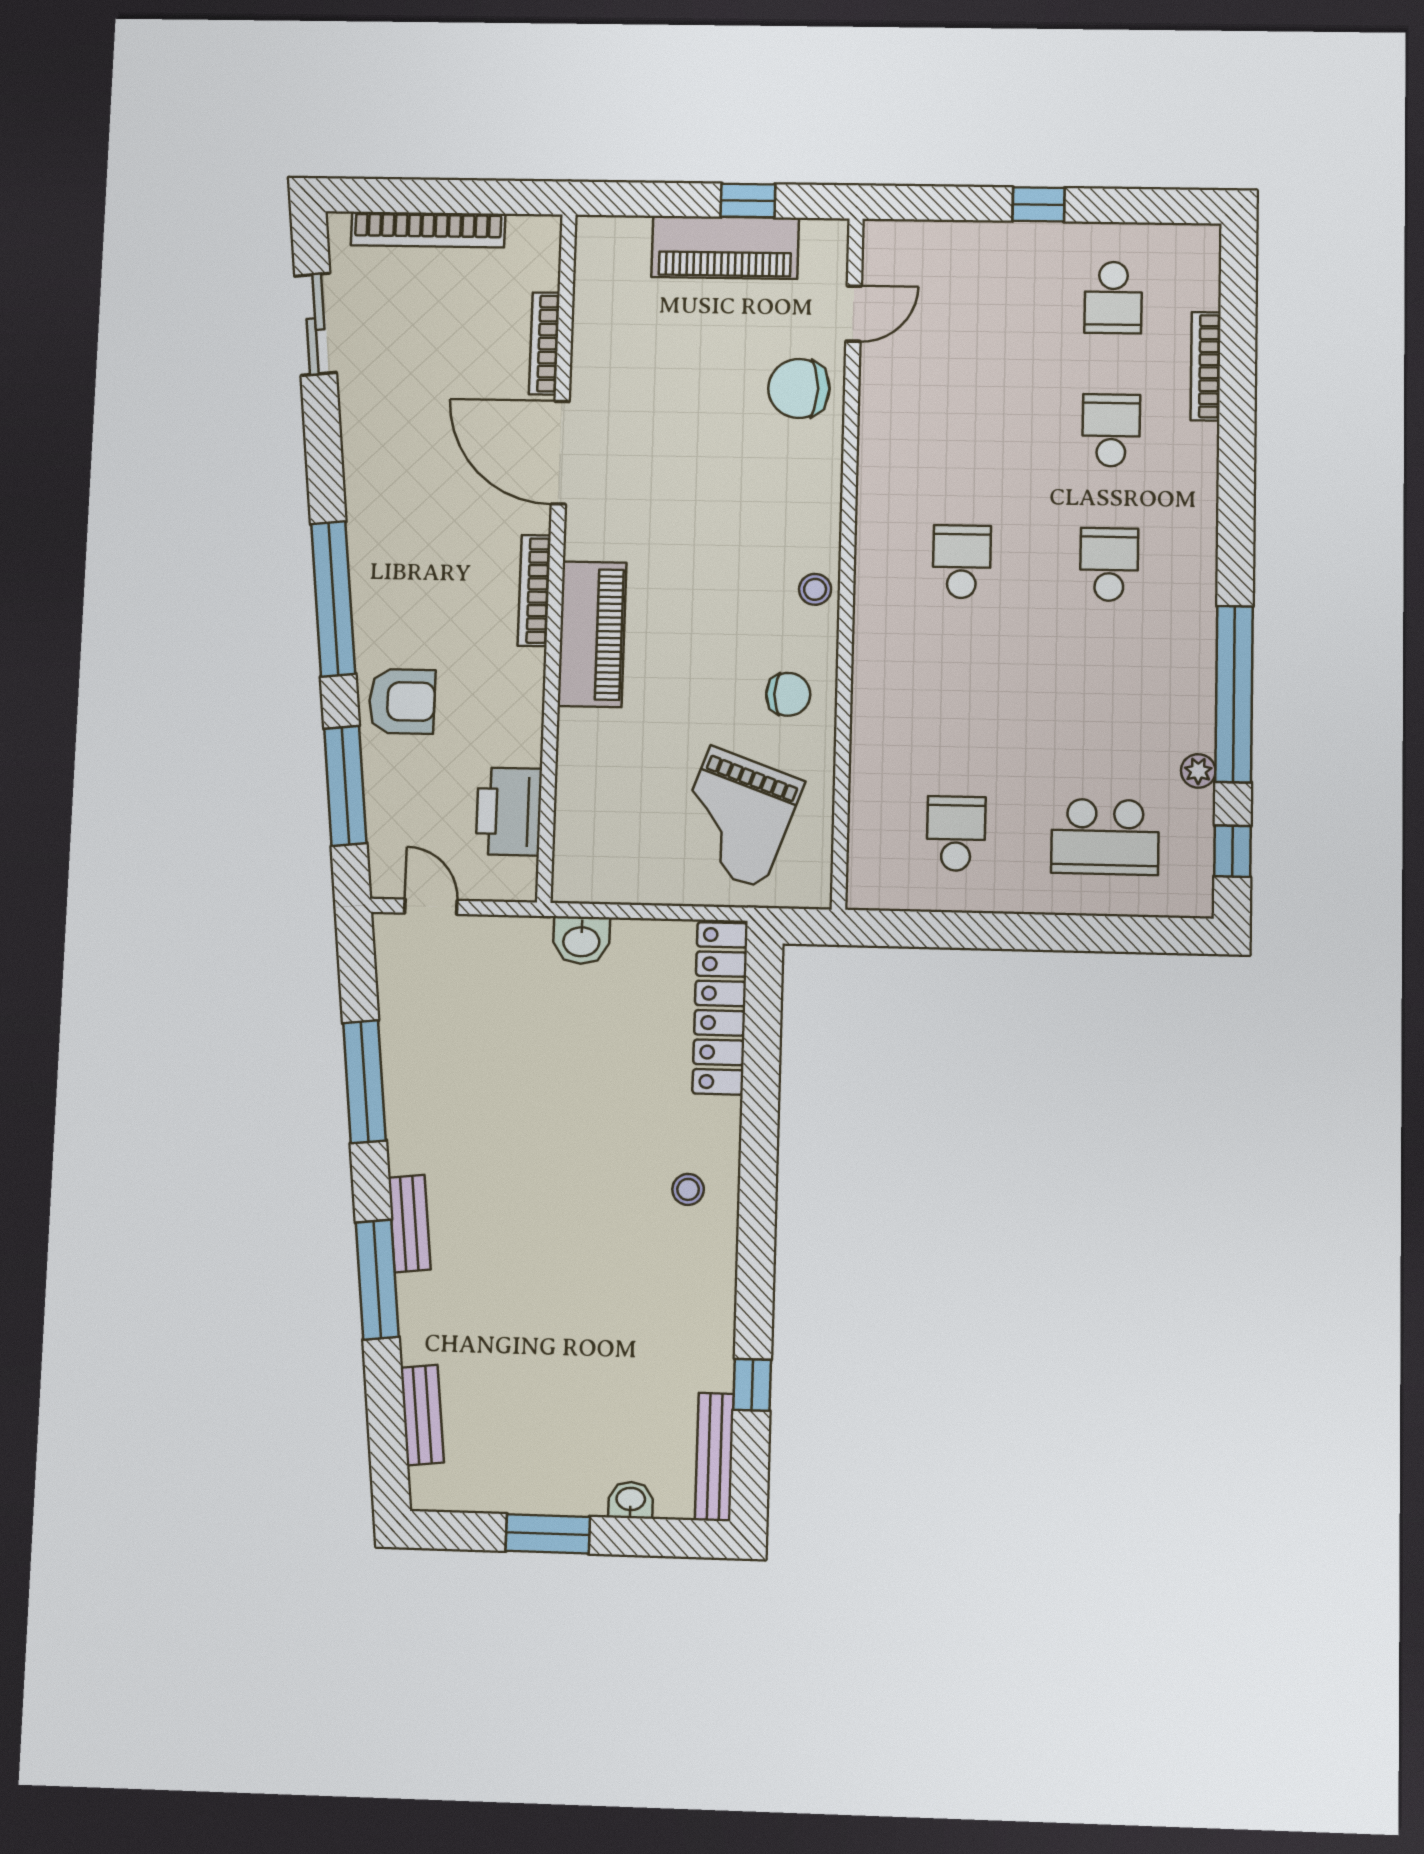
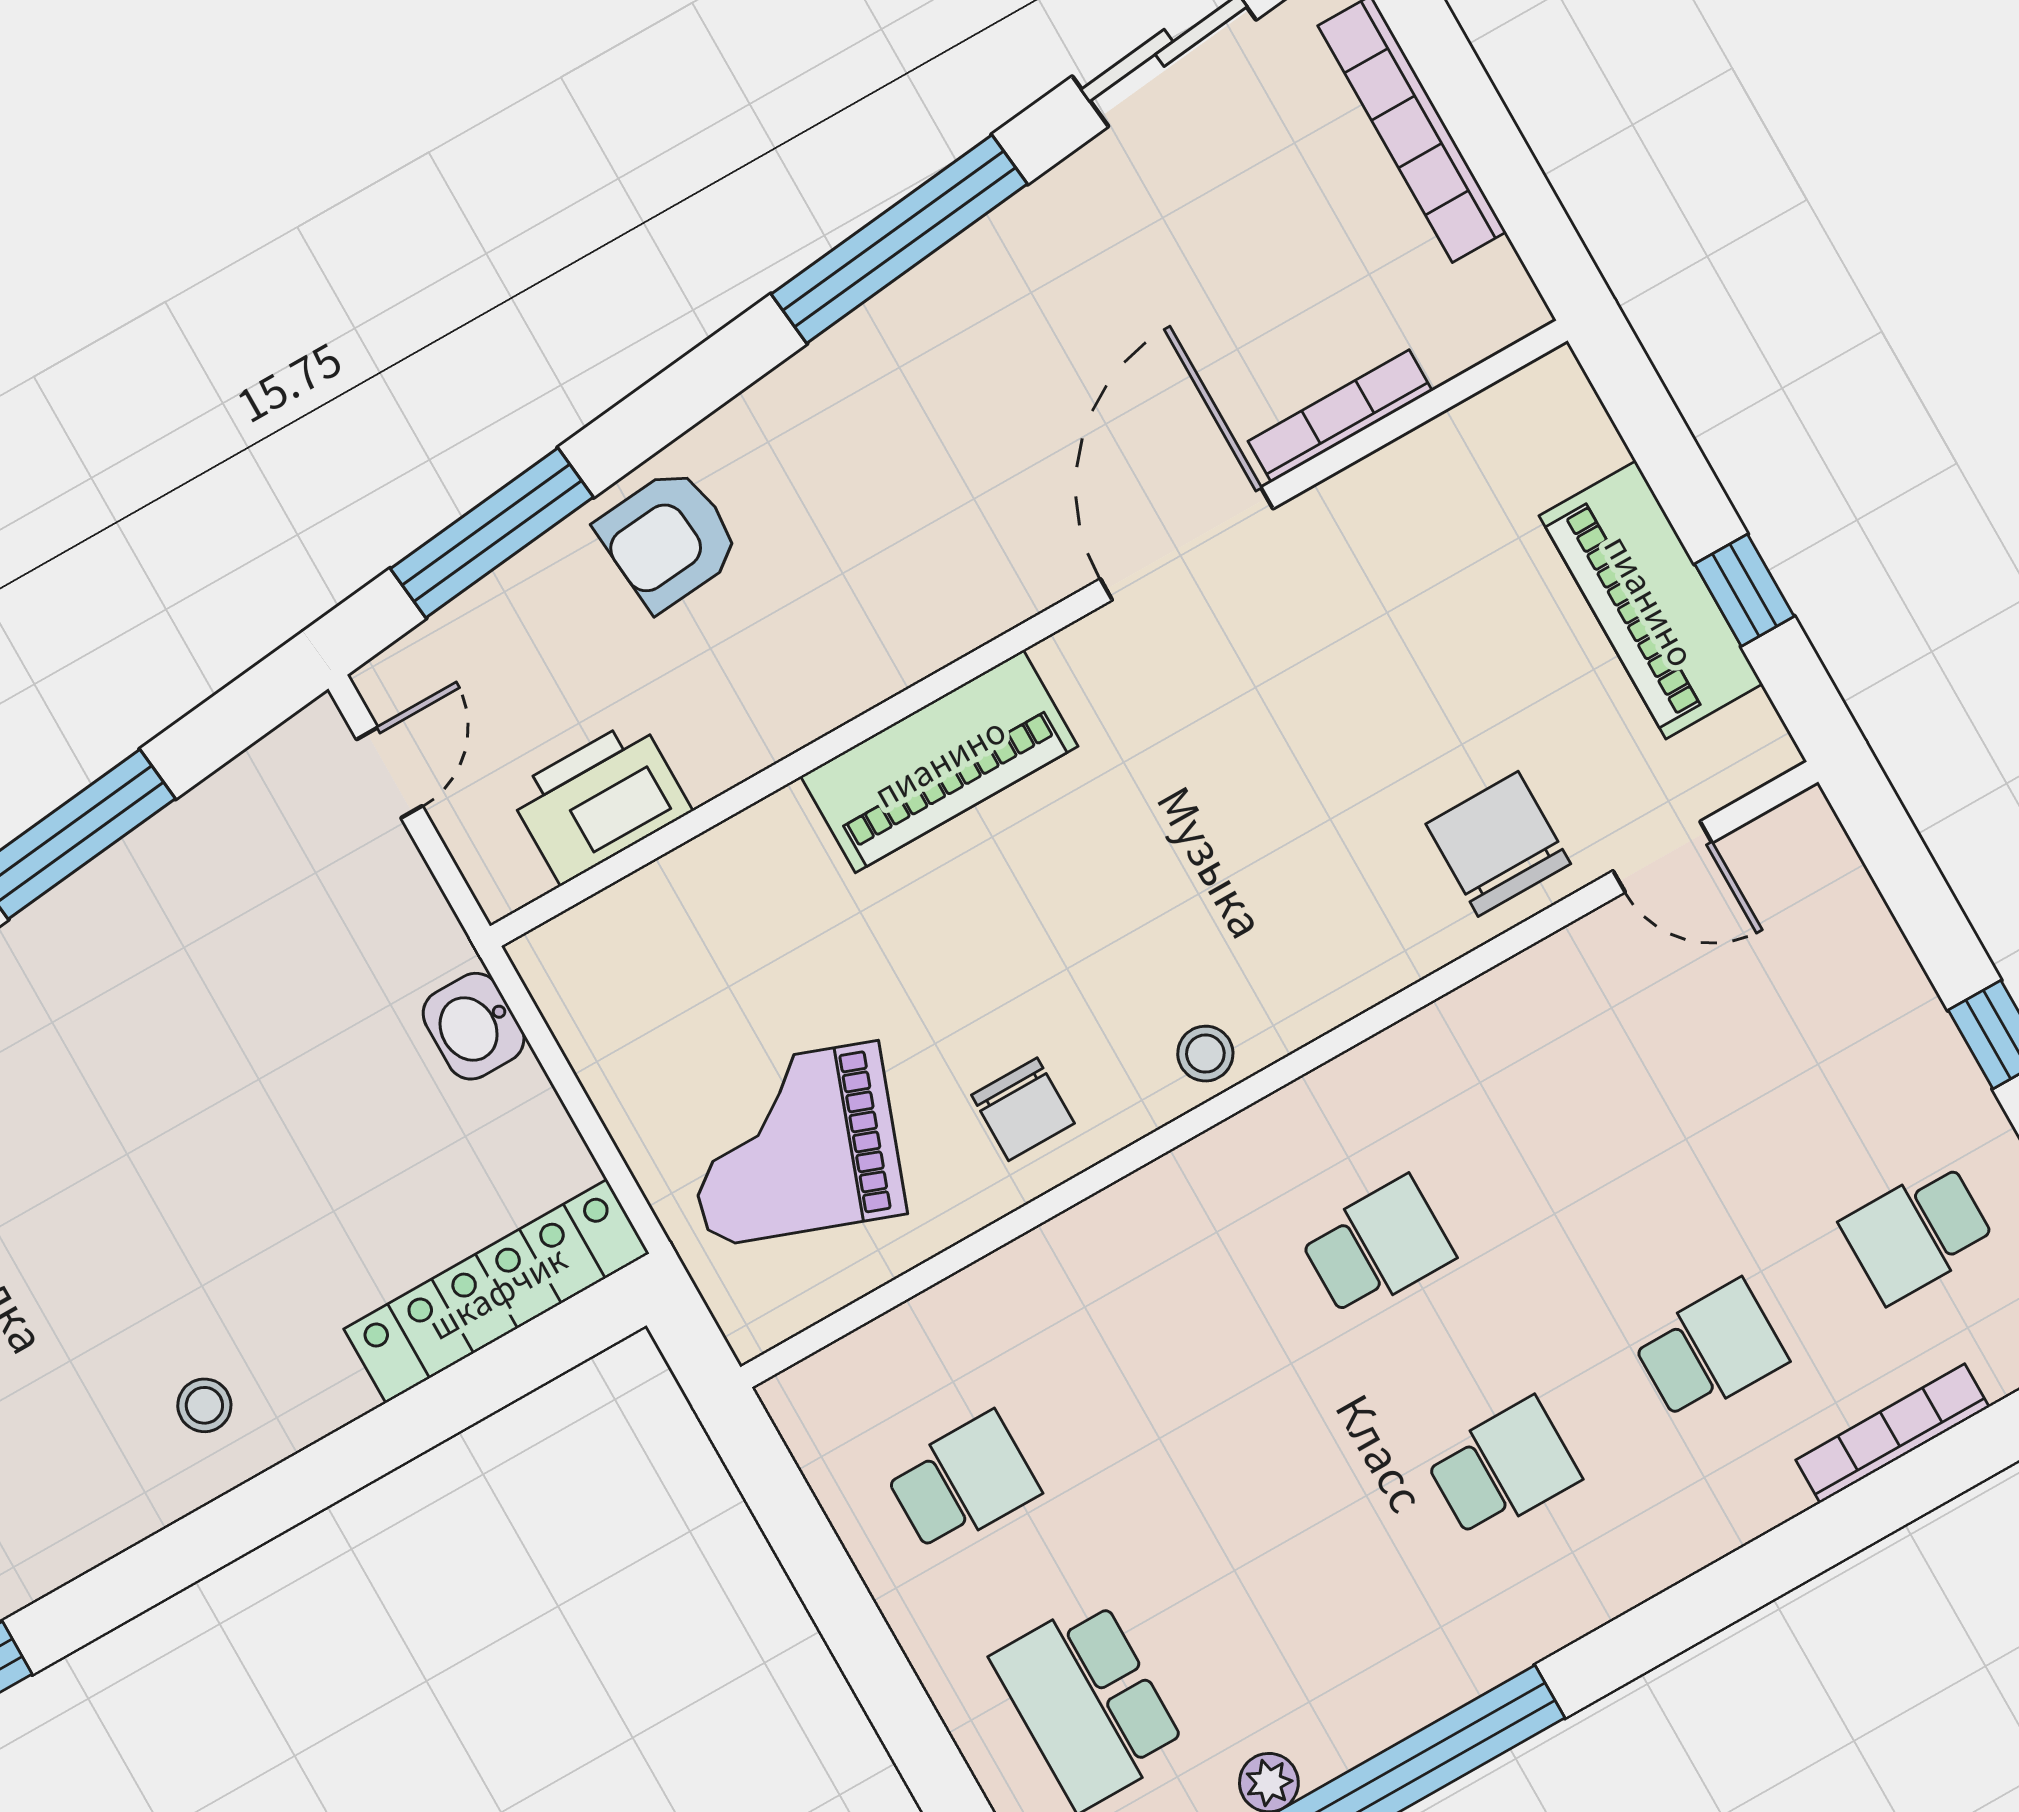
bookcase: (534, 591) -> (954, 634), removed
window: (333, 599) -> (899, 239), moved
armchair: (402, 701) -> (669, 539), turned 85

